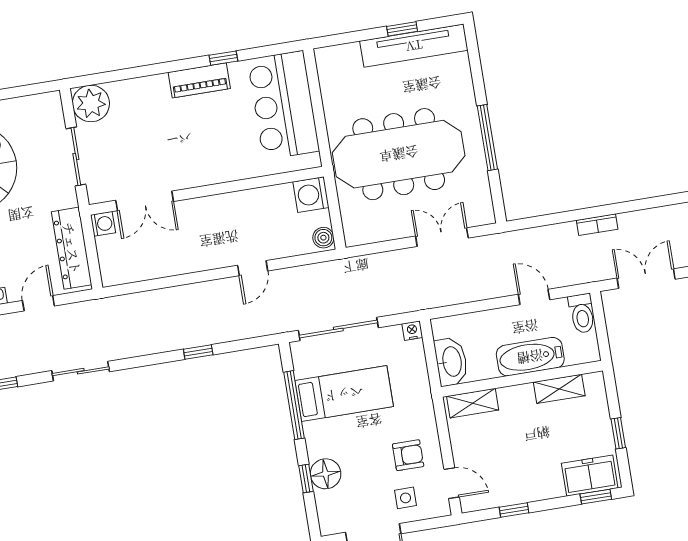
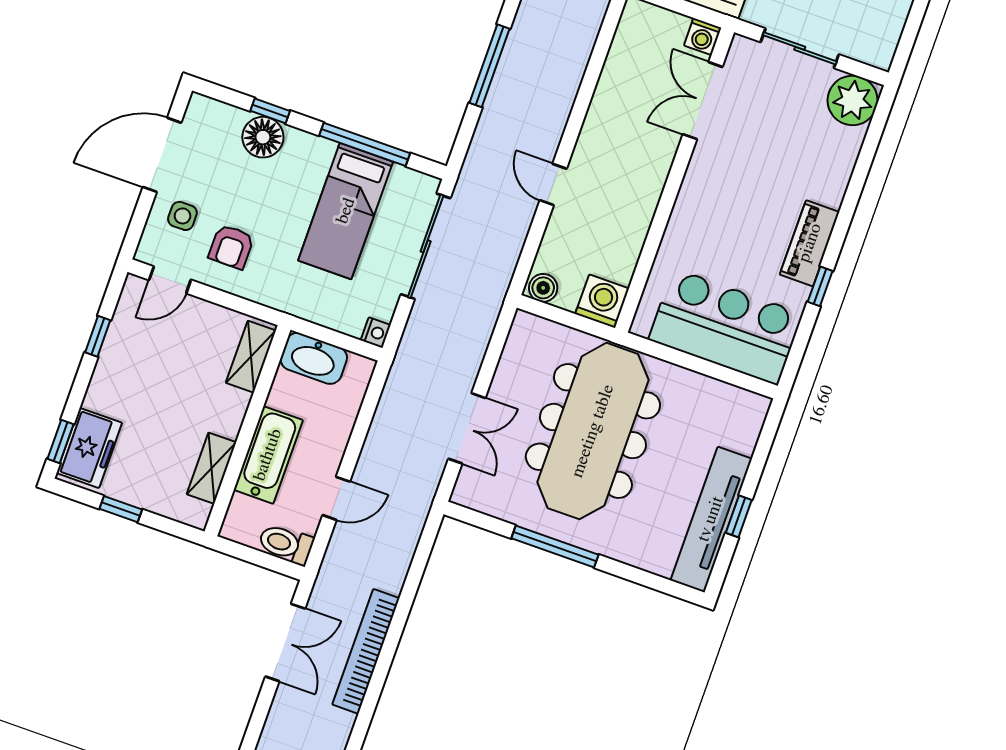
bookcase: (597, 225) -> (366, 651), width x2.31, depth x1.31
window: (198, 352) -> (489, 66), width x2.17

